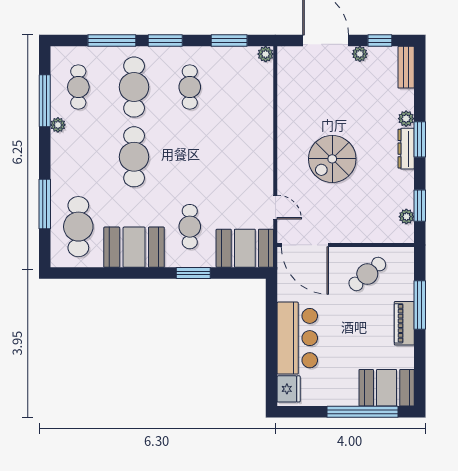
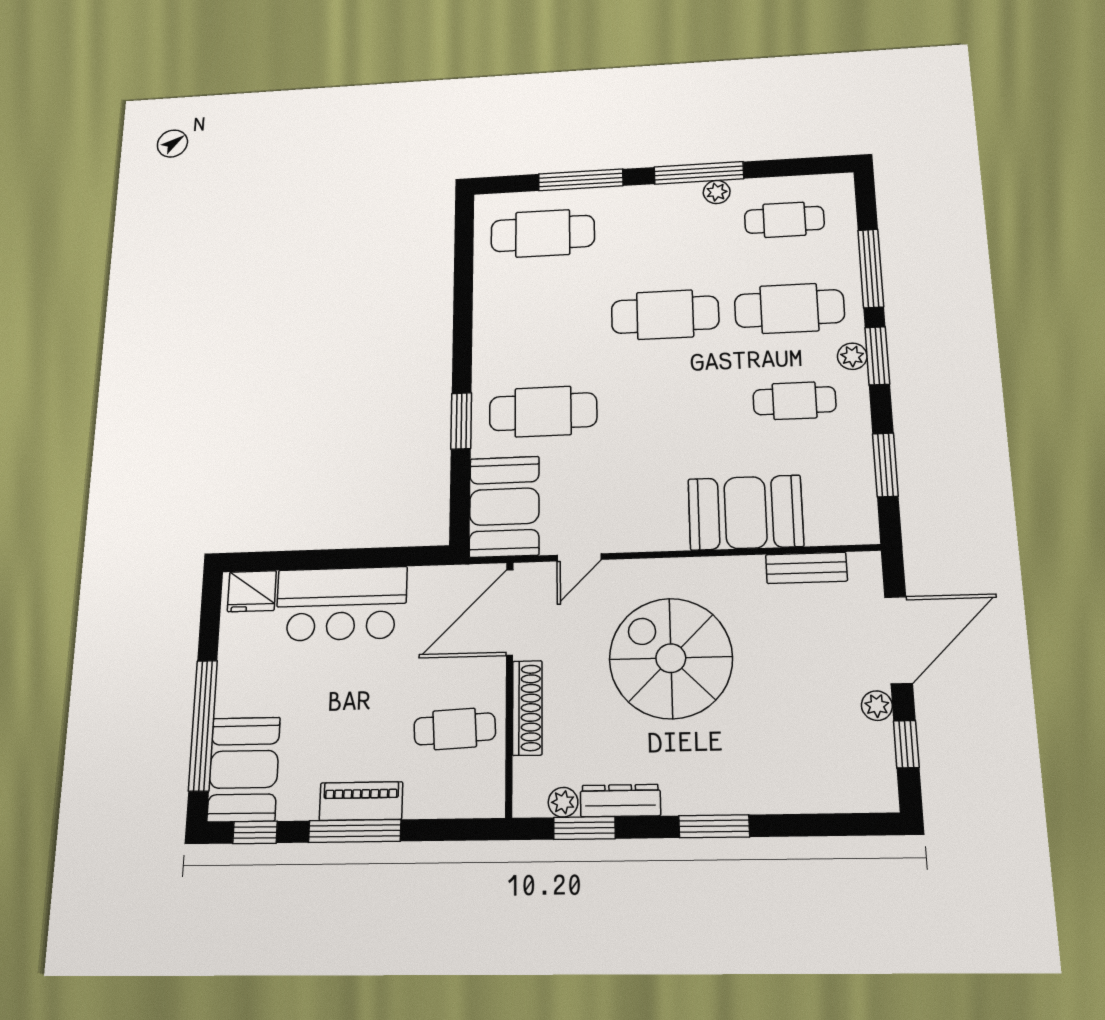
plant: (266, 54) -> (852, 356), moved
bench: (406, 67) -> (806, 568), moved
window: (45, 101) -> (699, 173), moved
plant: (406, 119) -> (754, 799), removed
dresser: (406, 149) -> (620, 801), moved
spiral stairs: (332, 159) -> (671, 658), width x1.37, depth x1.37
cafe table: (190, 227) -> (543, 412), width x1.37, depth x1.35
shoe rack: (357, 235) -> (527, 708), added
booth: (134, 247) -> (746, 513), moved, turned 90
cafe table: (367, 274) -> (455, 729), turned -52
window: (420, 305) -> (355, 831), moved
window: (420, 380) -> (255, 832), added

